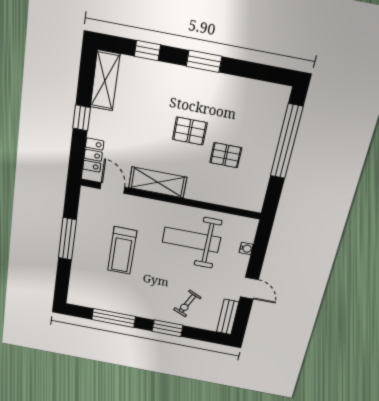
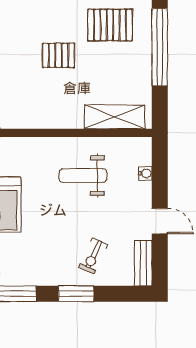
pallet: (226, 155) -> (110, 25), moved, width x1.50, depth x1.42
shelving: (158, 182) -> (115, 117), moved
weight bench: (191, 240) -> (83, 176), width x0.73, depth x0.75

